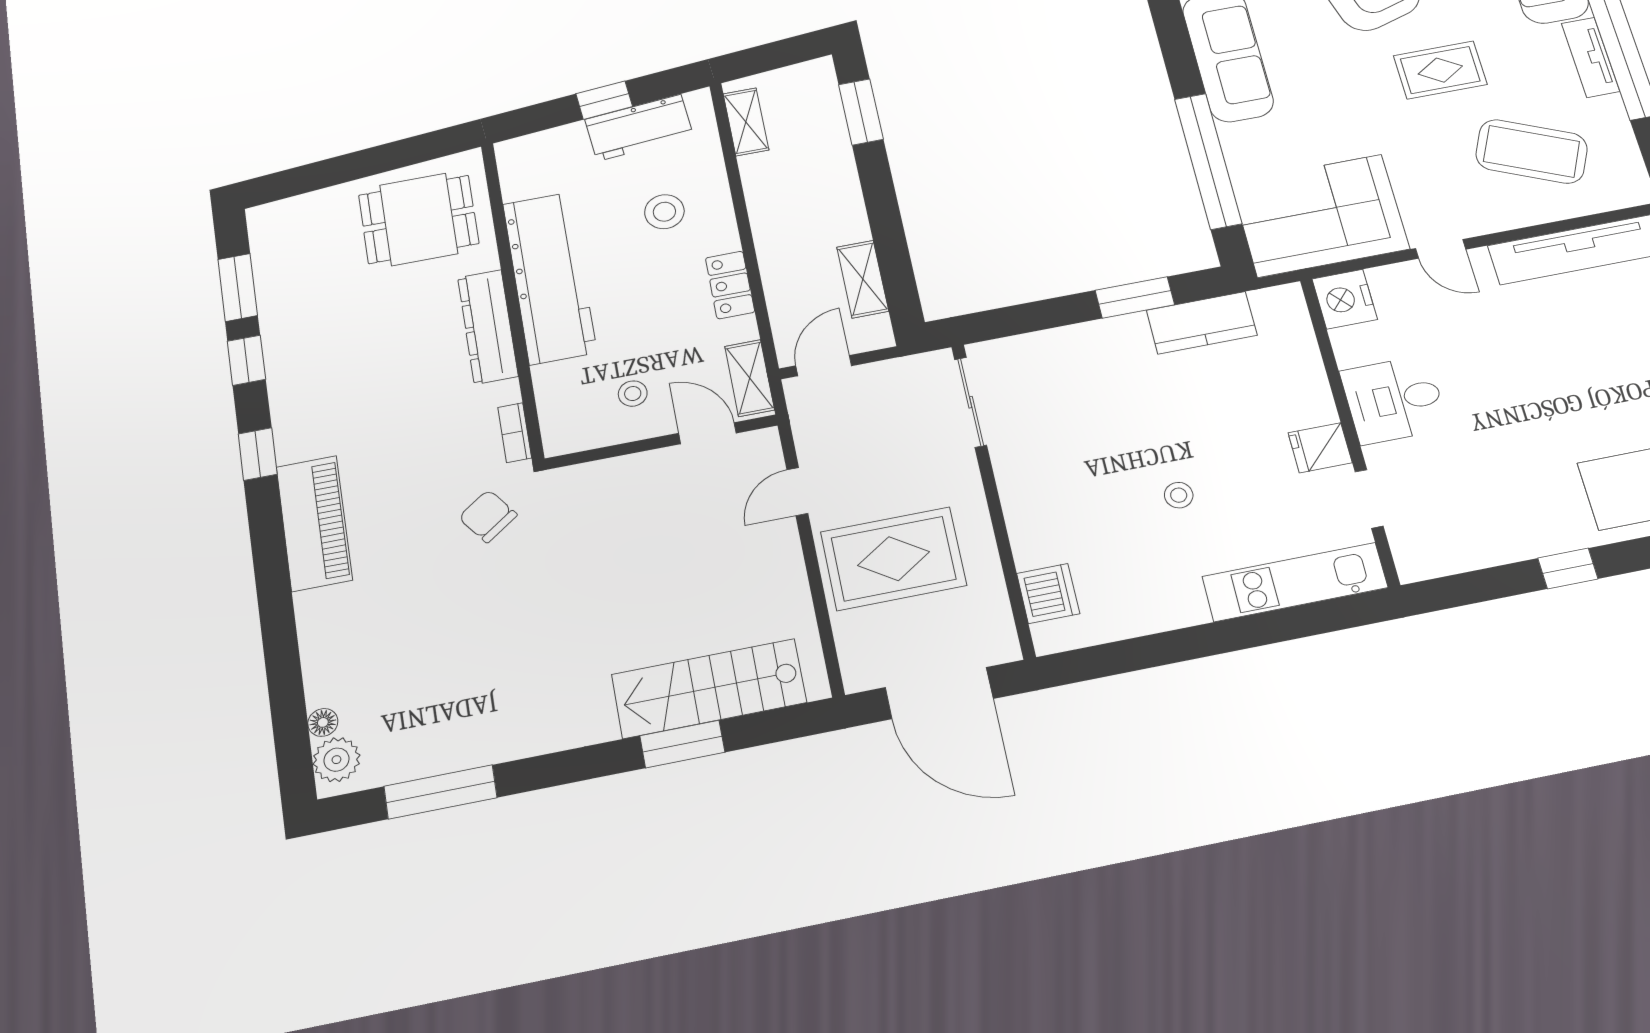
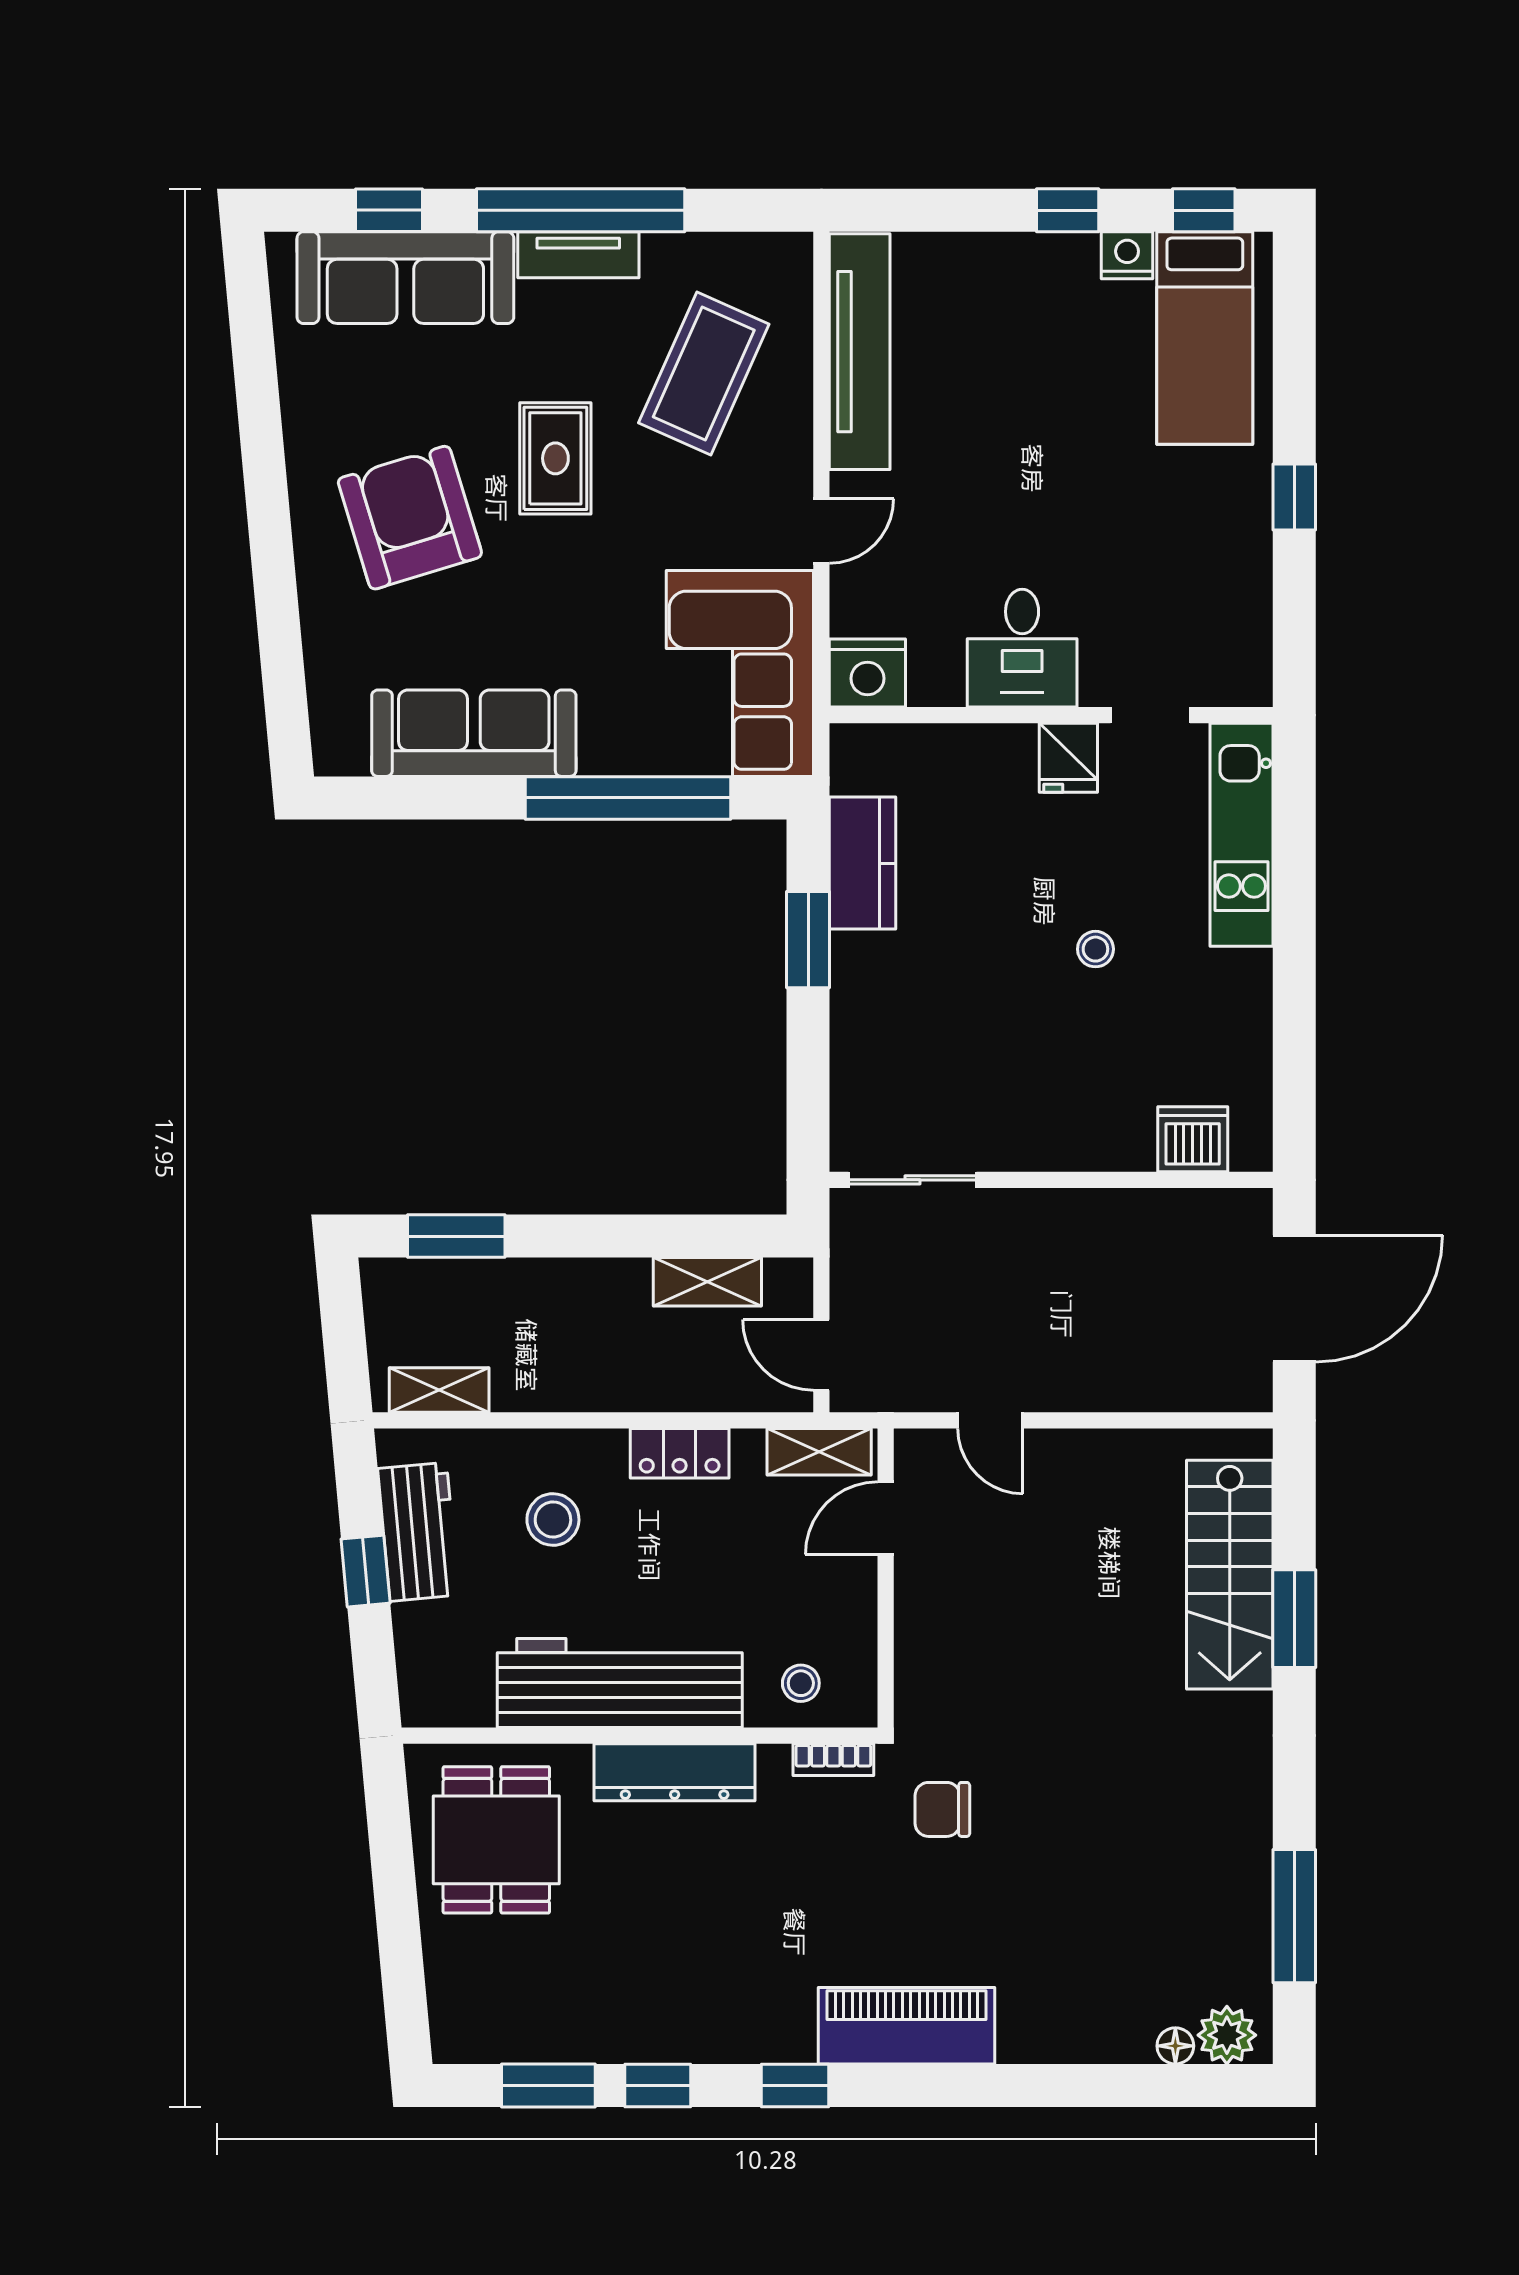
stool: (633, 394) -> (801, 1683), moved
chair: (488, 516) -> (942, 1809), turned 36
rug: (894, 559) -> (1106, 1319), removed

